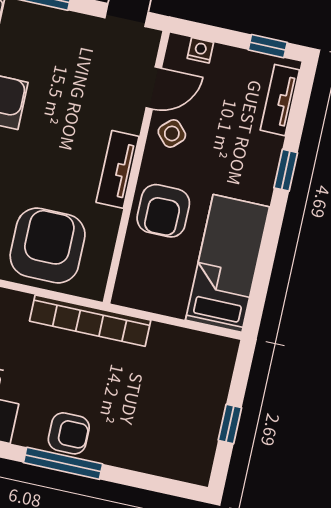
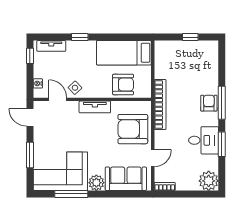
armchair: (163, 211) -> (123, 85), moved

